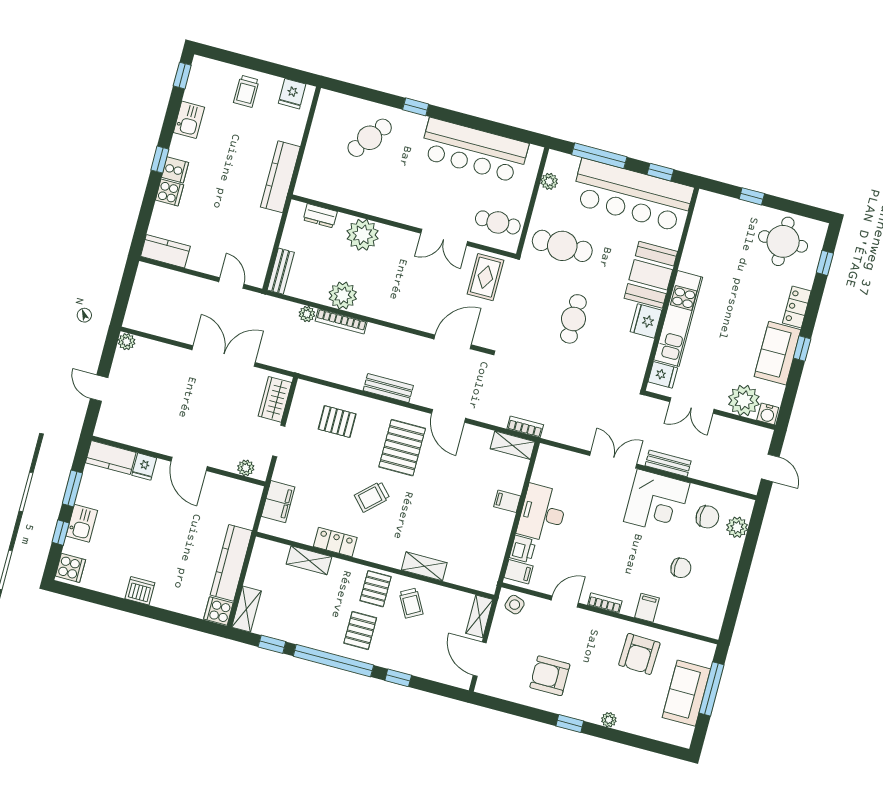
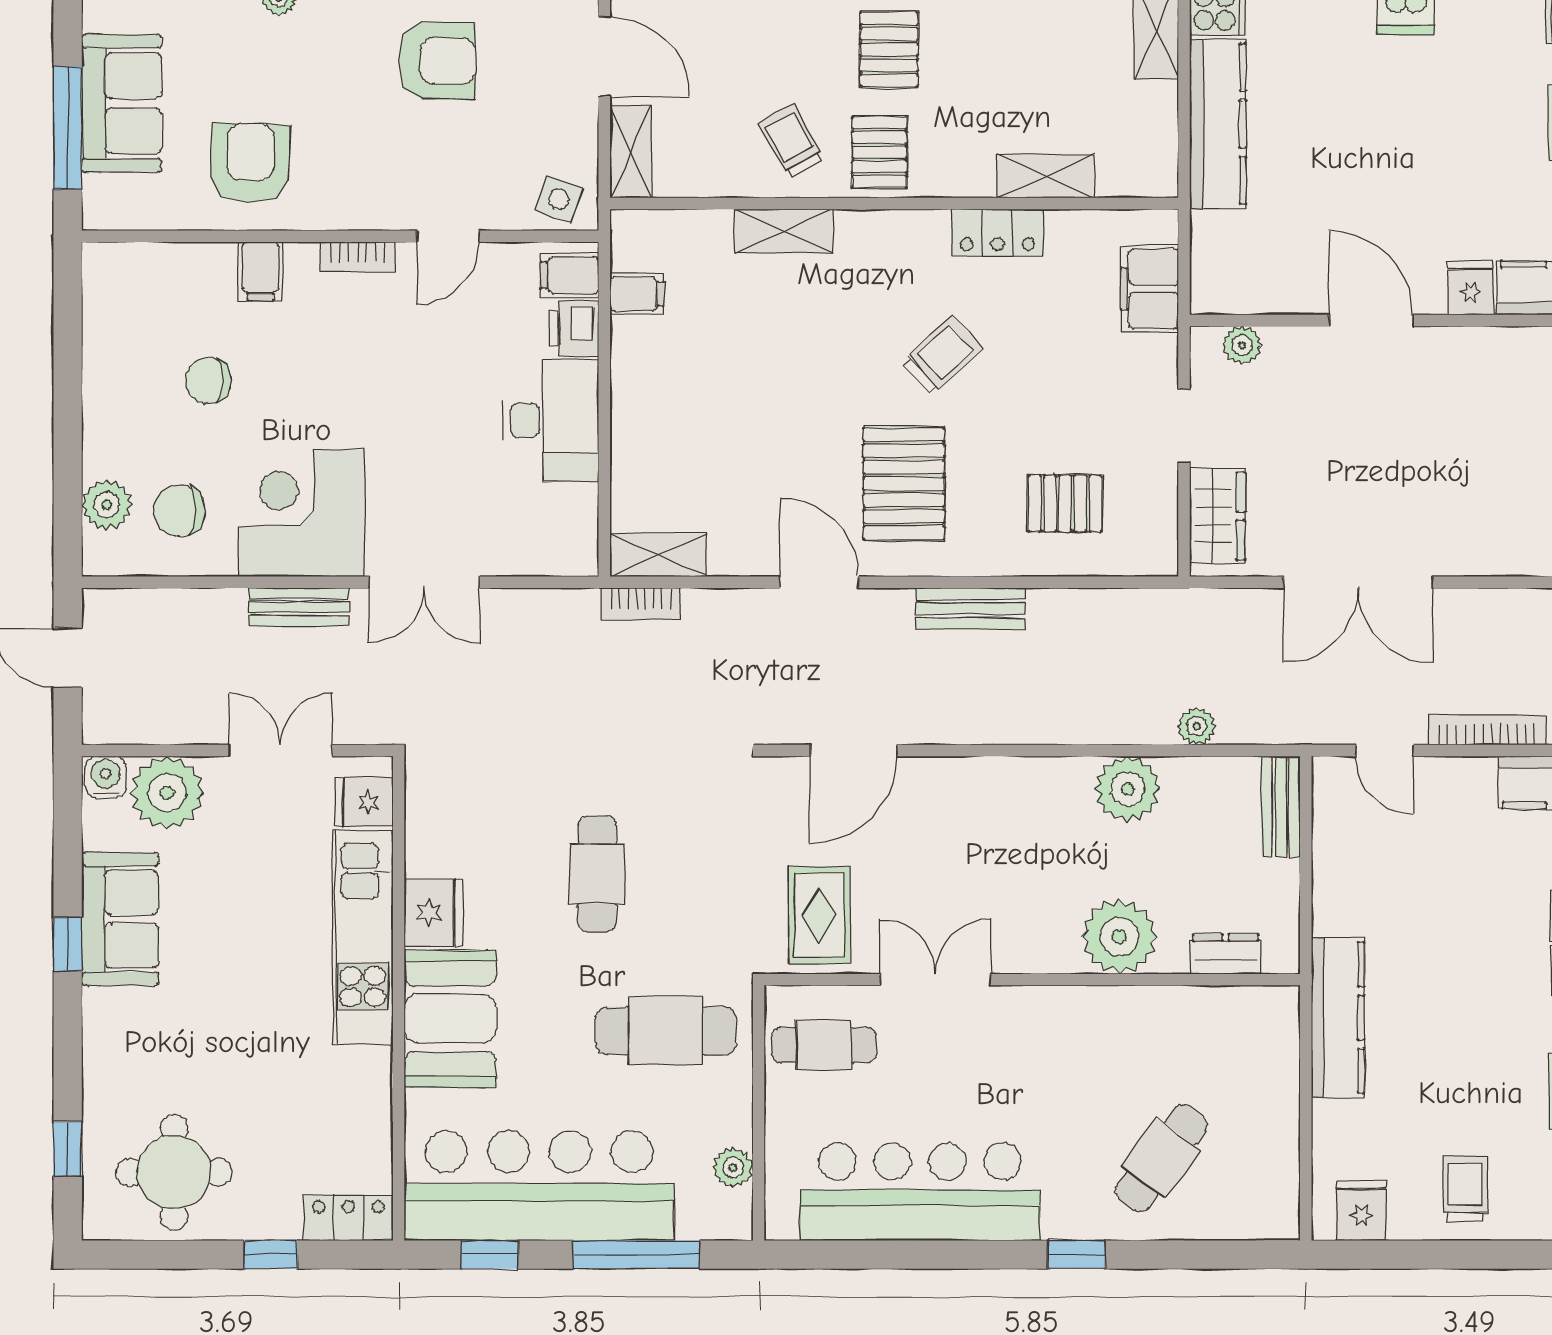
locker: (797, 307) -> (348, 1218), moved, turned -90
bookcase: (341, 321) -> (1487, 730), moved
filing cabinet: (507, 501) -> (637, 294), moved

